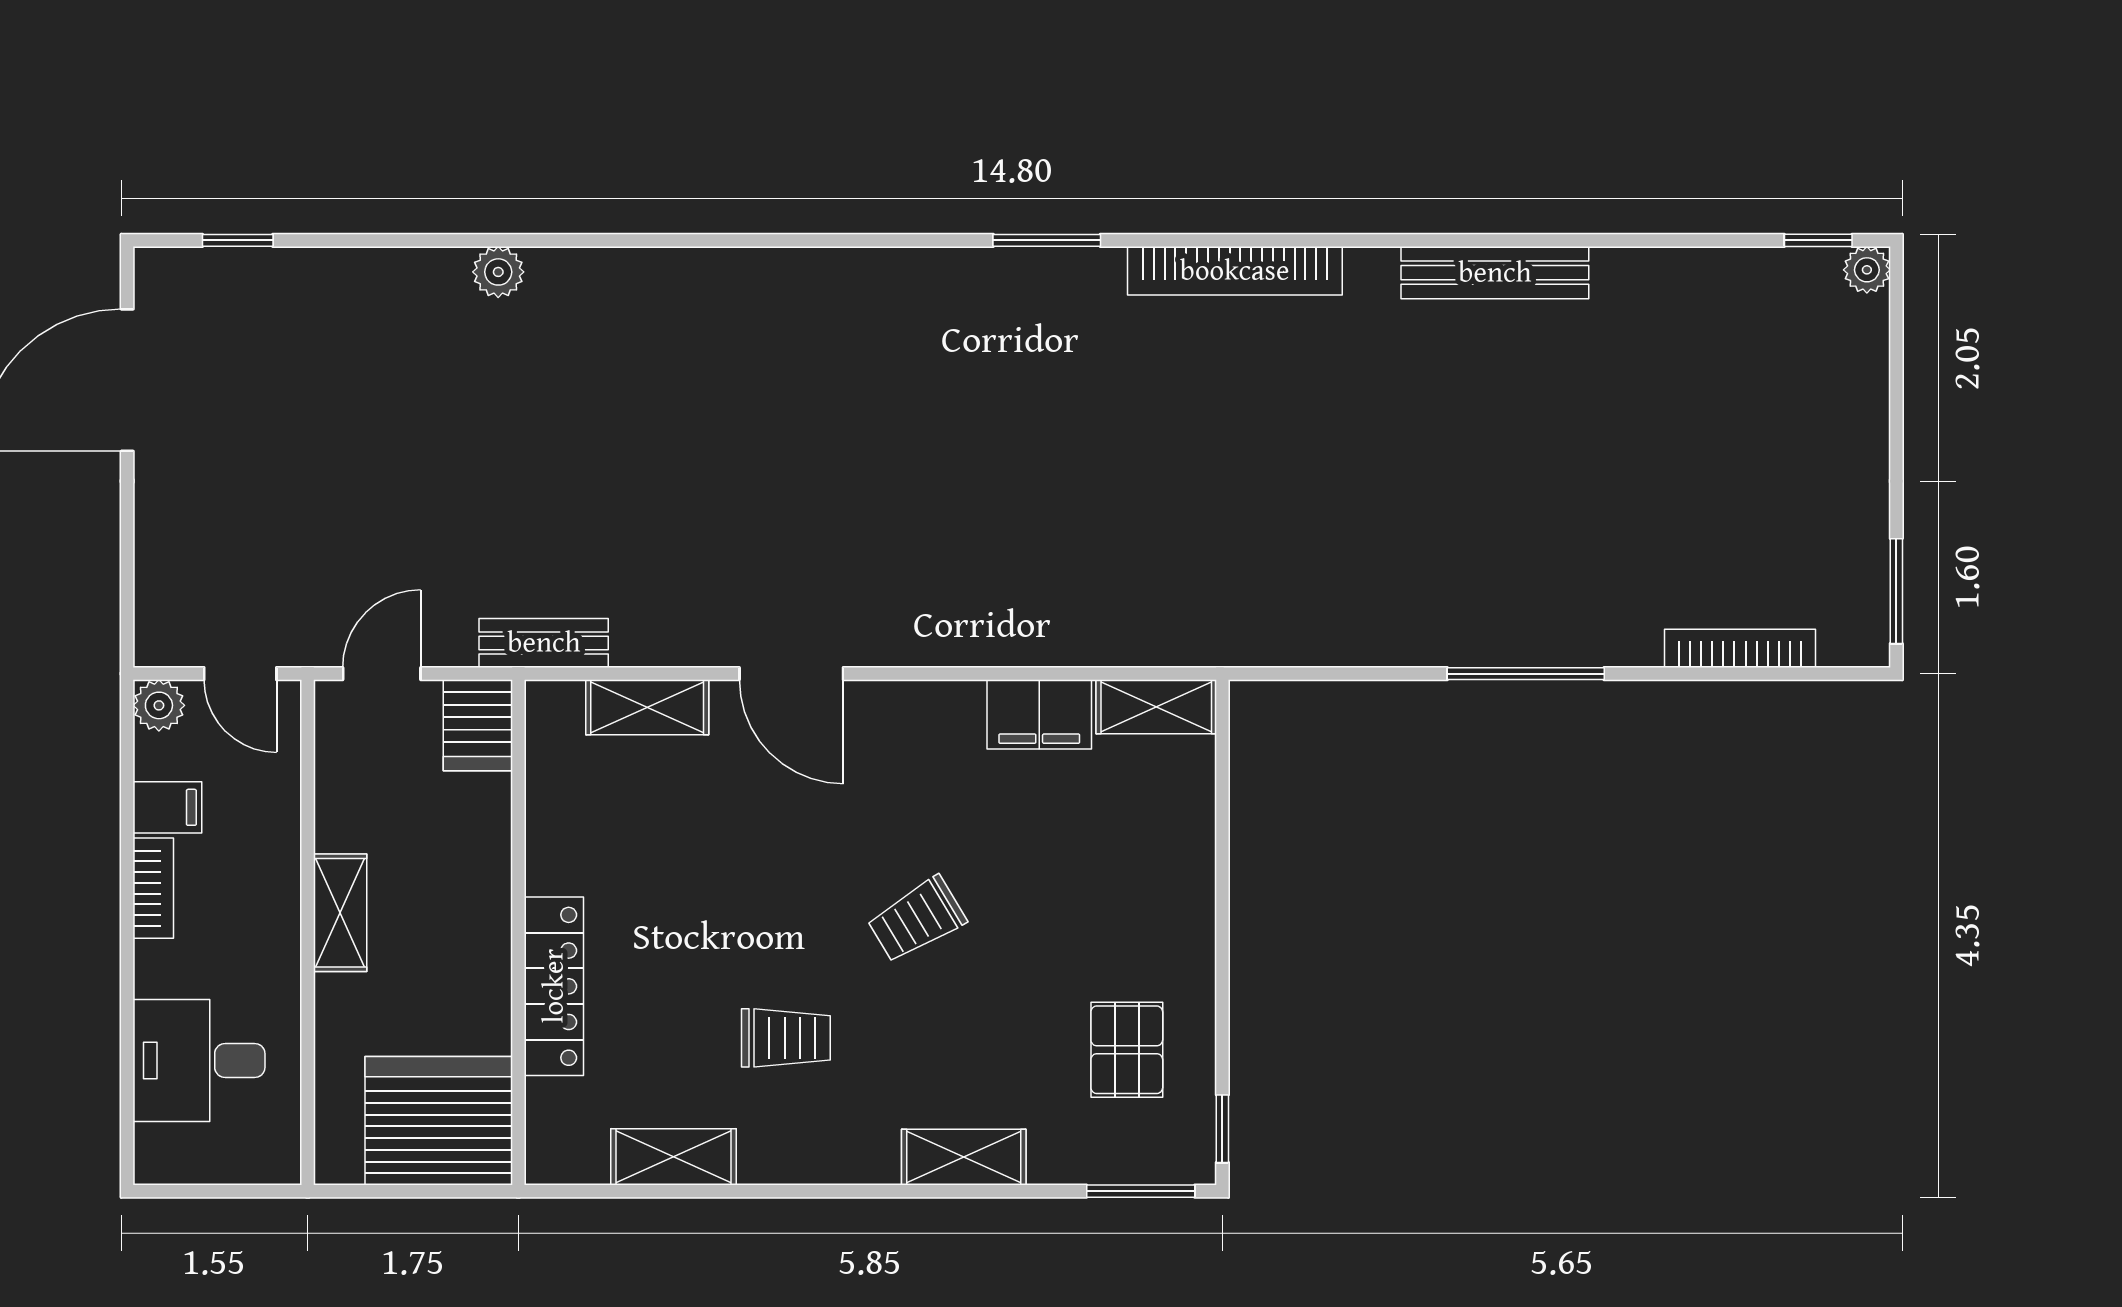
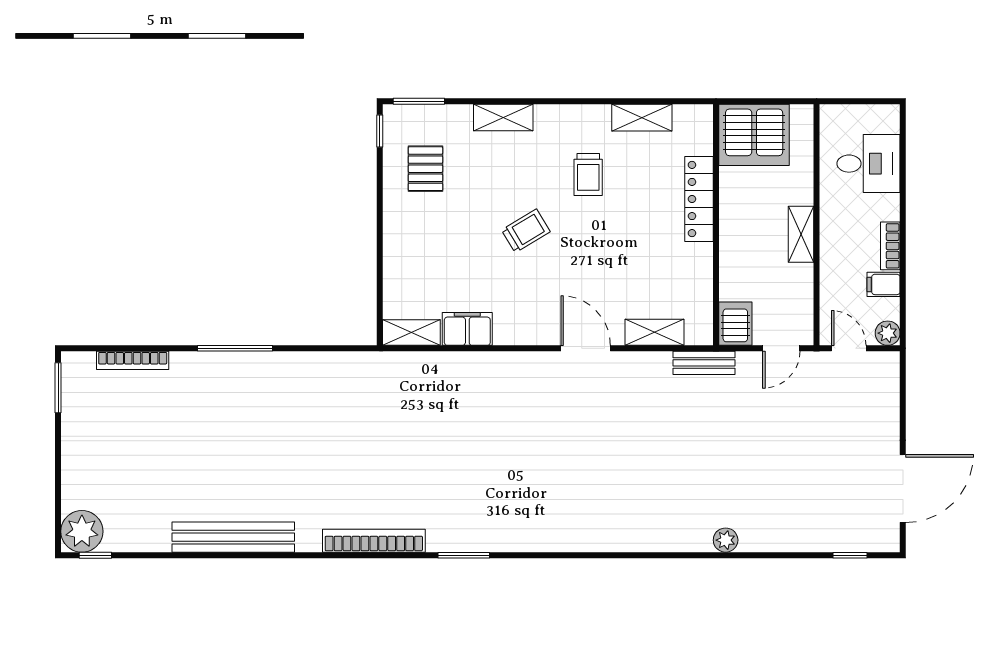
plant: (1867, 270) -> (82, 531), width x1.88, depth x1.88
bench: (1495, 273) -> (233, 537), width x1.37, depth x1.21
trolley: (786, 1038) -> (588, 174), turned -90

